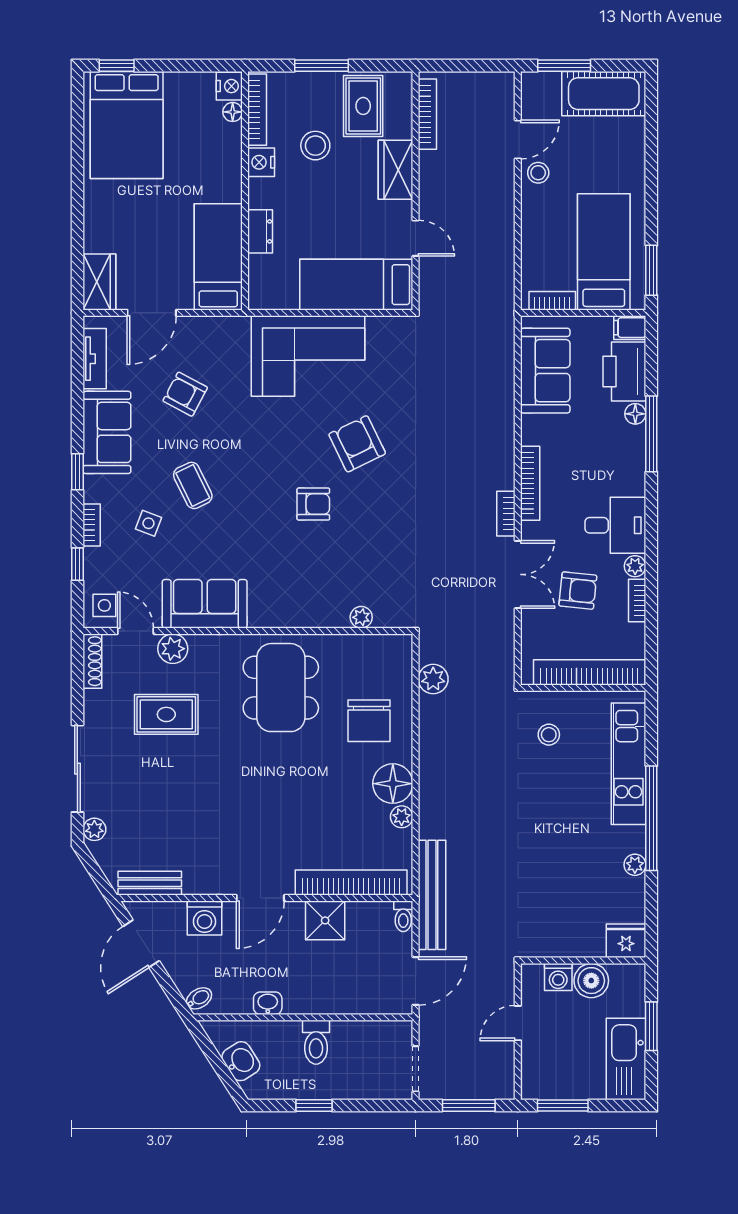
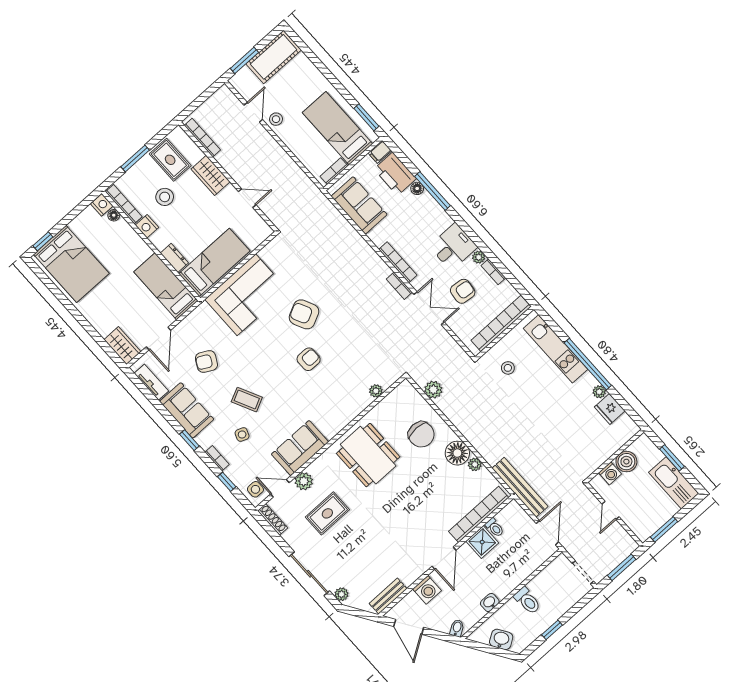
bed: (356, 285) -> (214, 262), moved, turned 180
toilet: (403, 916) -> (495, 528), moved
fridge: (626, 941) -> (610, 409), moved, turned -90

